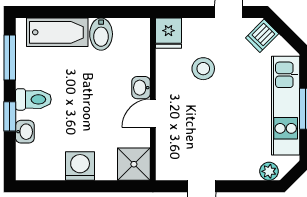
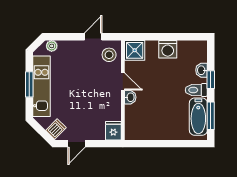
bathtub: (57, 32) -> (198, 117), moved, turned -90
bidet: (101, 34) -> (155, 130), removed
stool: (203, 69) -> (109, 55), moved
door: (153, 113) -> (123, 82), hinge flipped

